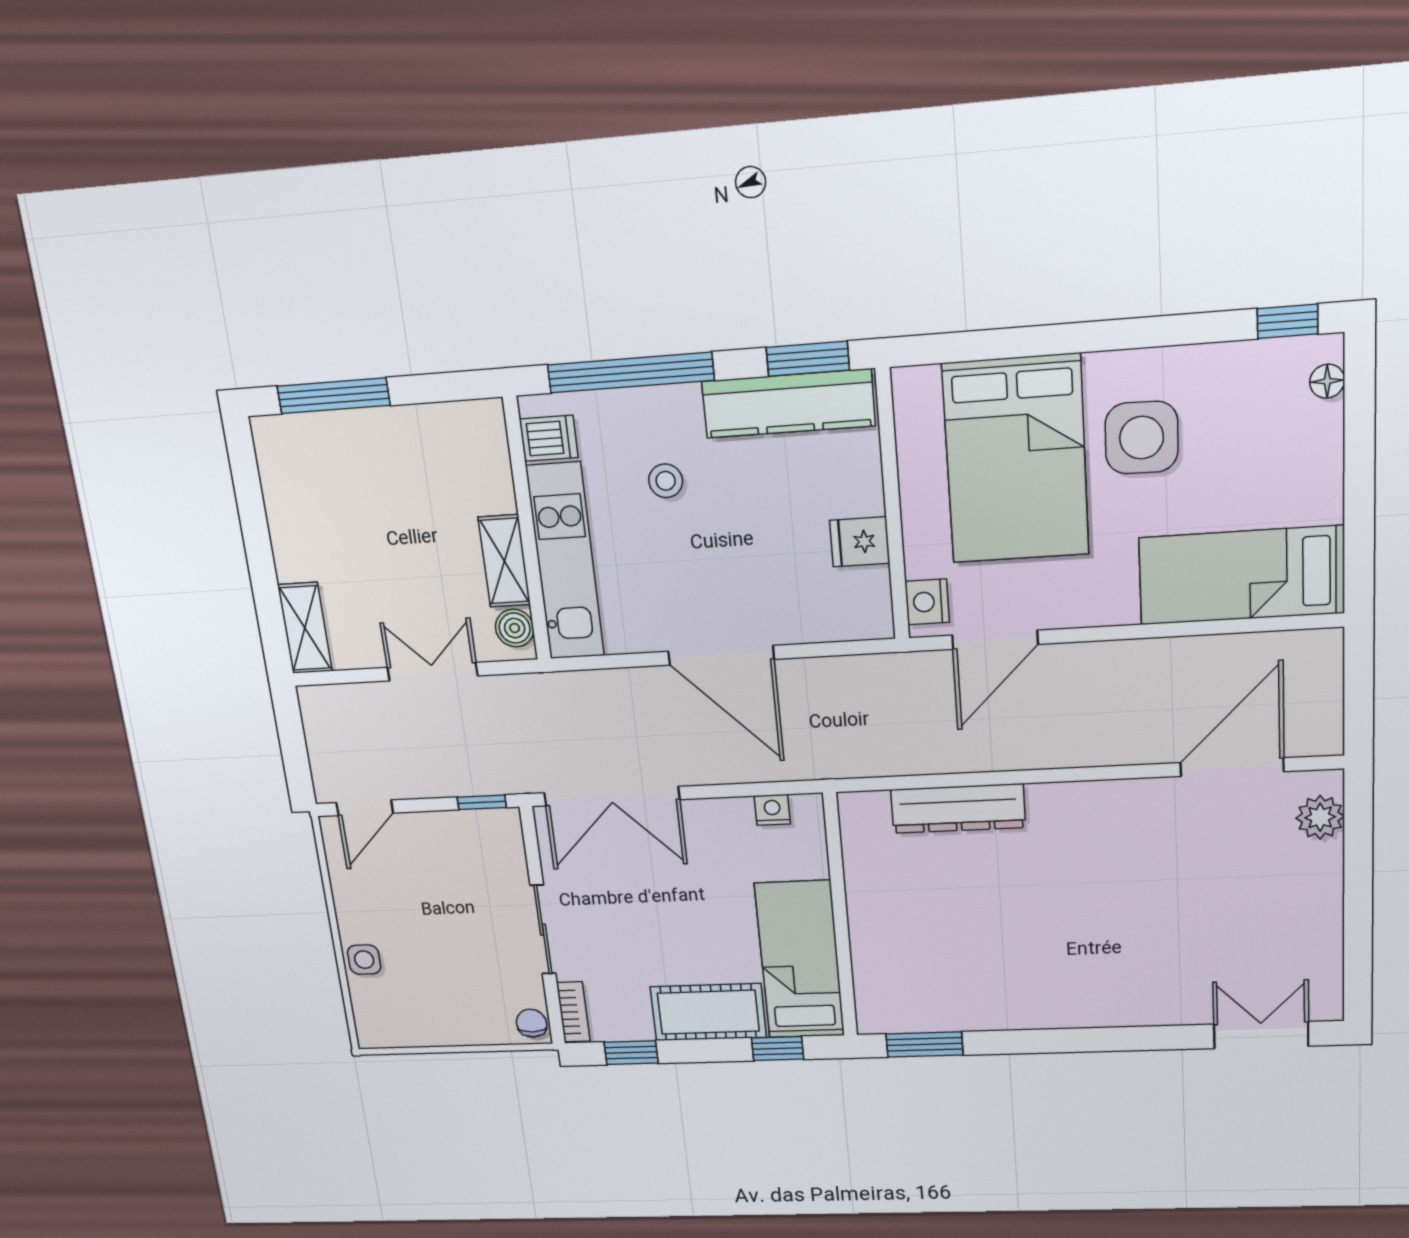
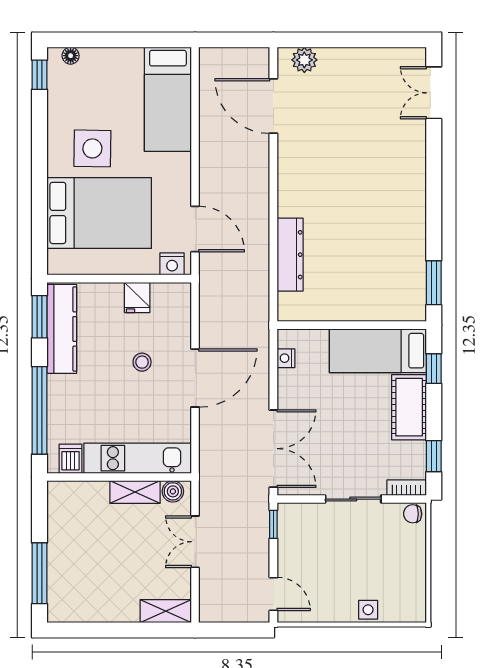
stool: (666, 481) -> (142, 362), moved

